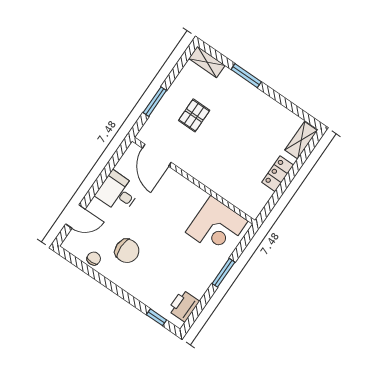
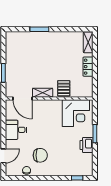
shelving: (207, 62) -> (43, 93), moved
pallet: (194, 115) -> (64, 88), moved
printer: (184, 306) -> (86, 145), moved

